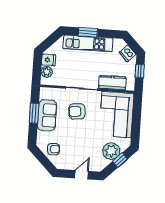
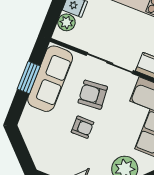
sofa: (47, 115) -> (50, 79), width x1.36
armchair: (54, 149) -> (83, 127), moved

